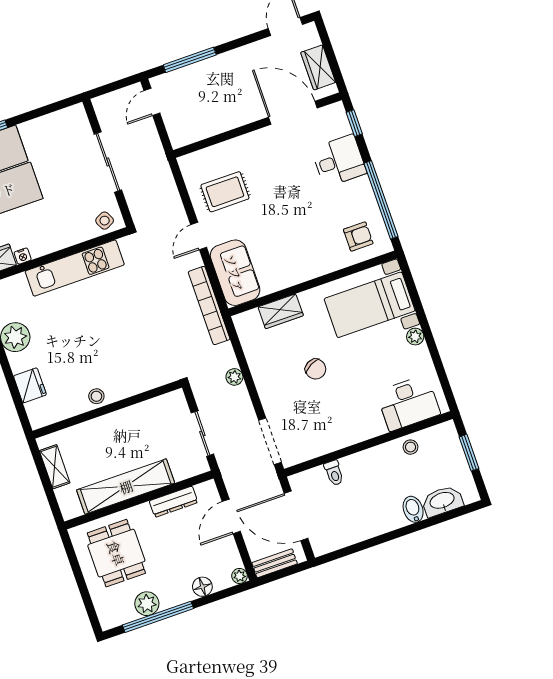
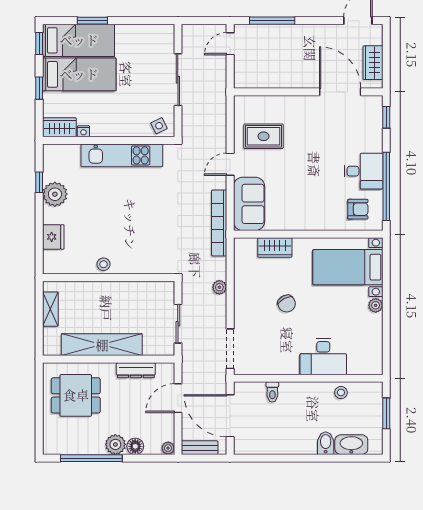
desk: (339, 161) -> (363, 171), moved
desk: (408, 403) -> (323, 357), moved
dining table: (116, 553) -> (76, 395), turned 90
plant: (147, 604) -> (115, 444), moved

